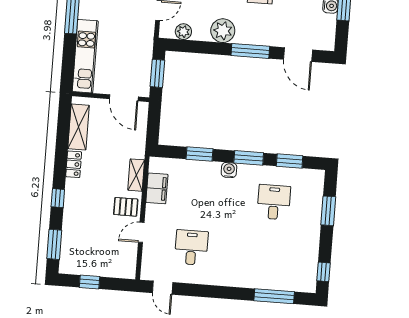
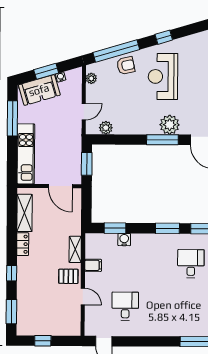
plant: (223, 31) -> (170, 125), moved
window: (200, 154) -> (115, 228), moved
water cooler: (229, 170) -> (124, 240), moved
filing cabinet: (157, 188) -> (93, 265), width x0.50
door: (141, 232) -> (83, 296), swing flipped

